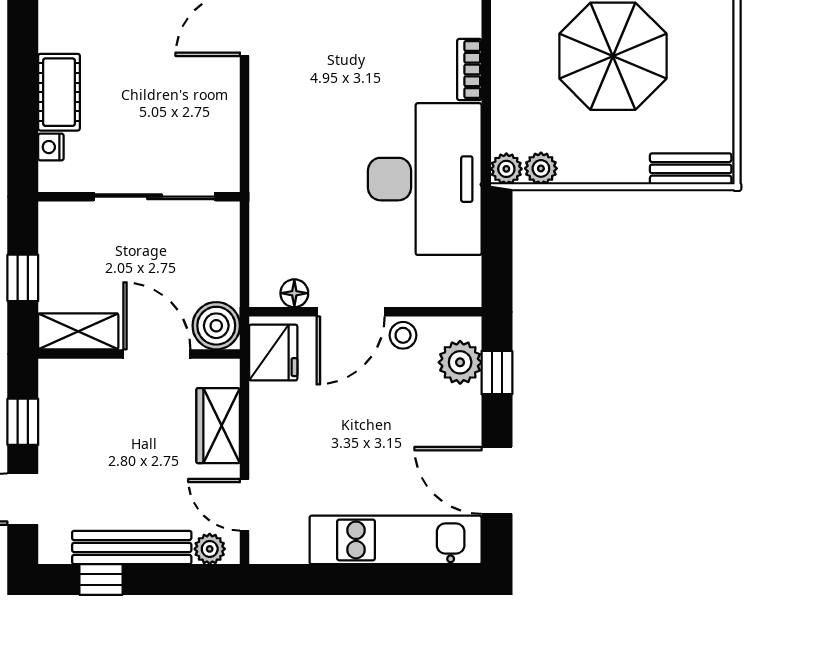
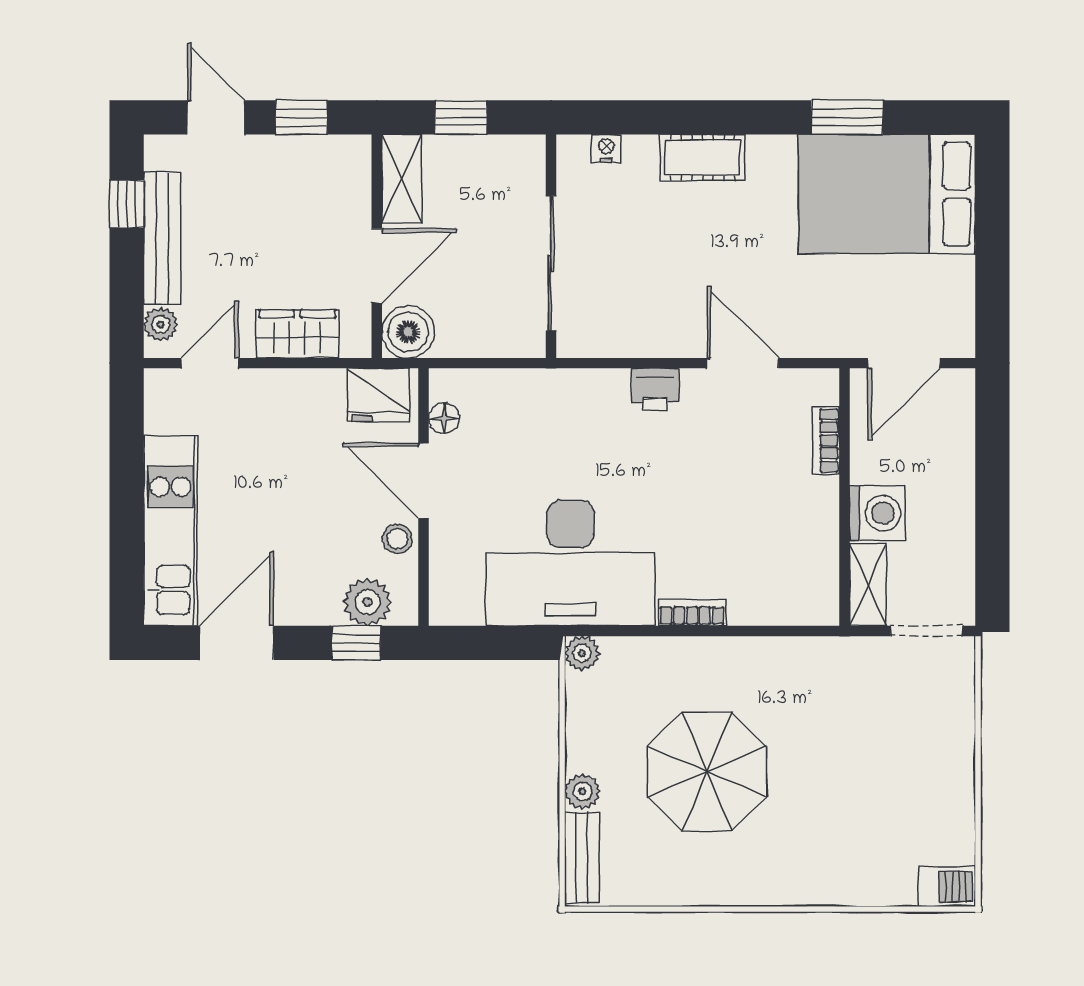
cot: (59, 92) -> (702, 157), moved
printer: (268, 103) -> (655, 389), added
plant: (541, 168) -> (582, 791), moved

